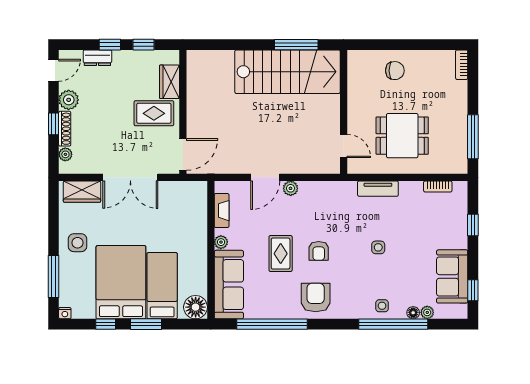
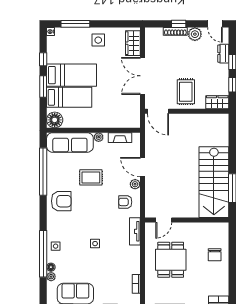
wardrobe: (169, 82) -> (217, 102), moved
plant: (65, 154) -> (158, 32), removed
tv unit: (378, 189) -> (135, 231), moved
armchair: (319, 251) -> (125, 202), moved
bed: (121, 282) -> (72, 75), width x0.67

